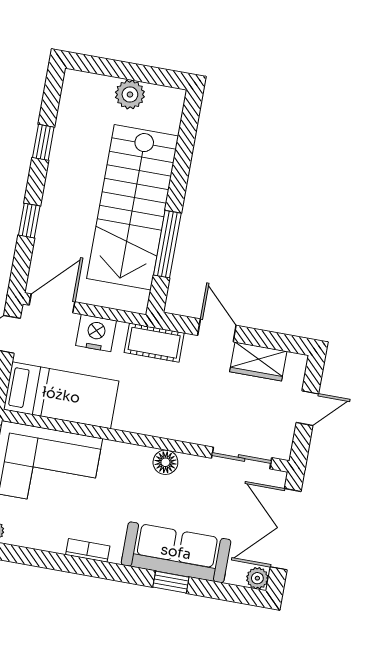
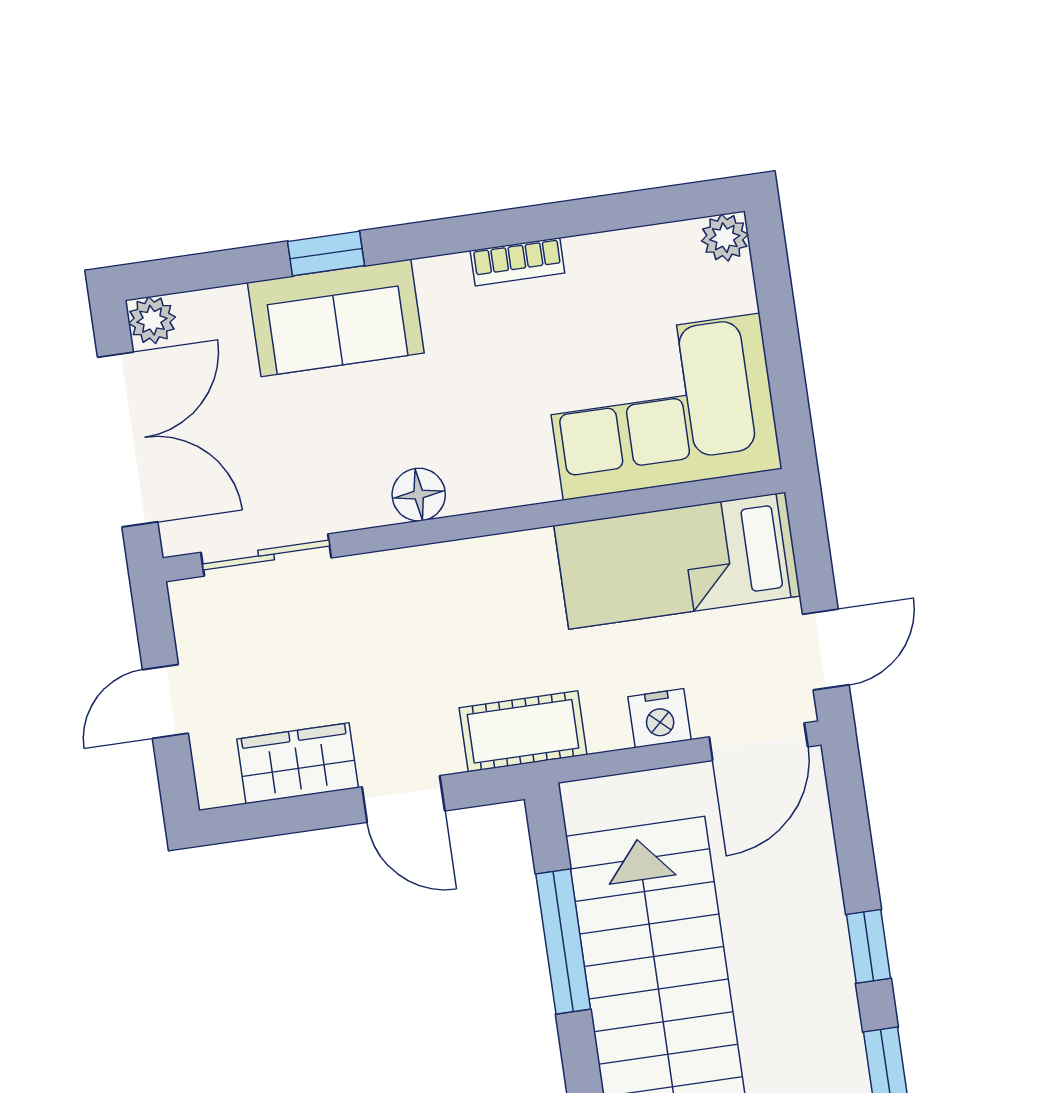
window: (29, 221) -> (868, 946), moved
nightstand: (96, 333) -> (660, 718), width x0.74, depth x0.75
sofa: (176, 552) -> (336, 318), width x0.73

